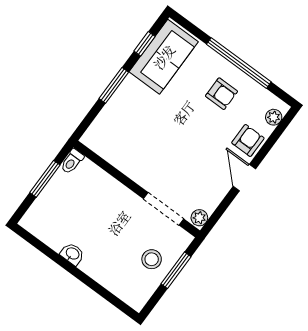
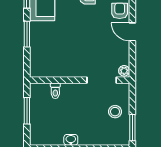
toilet: (72, 161) -> (55, 91), moved
window: (176, 270) -> (132, 128), moved

